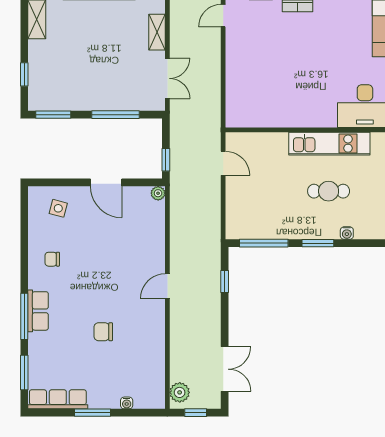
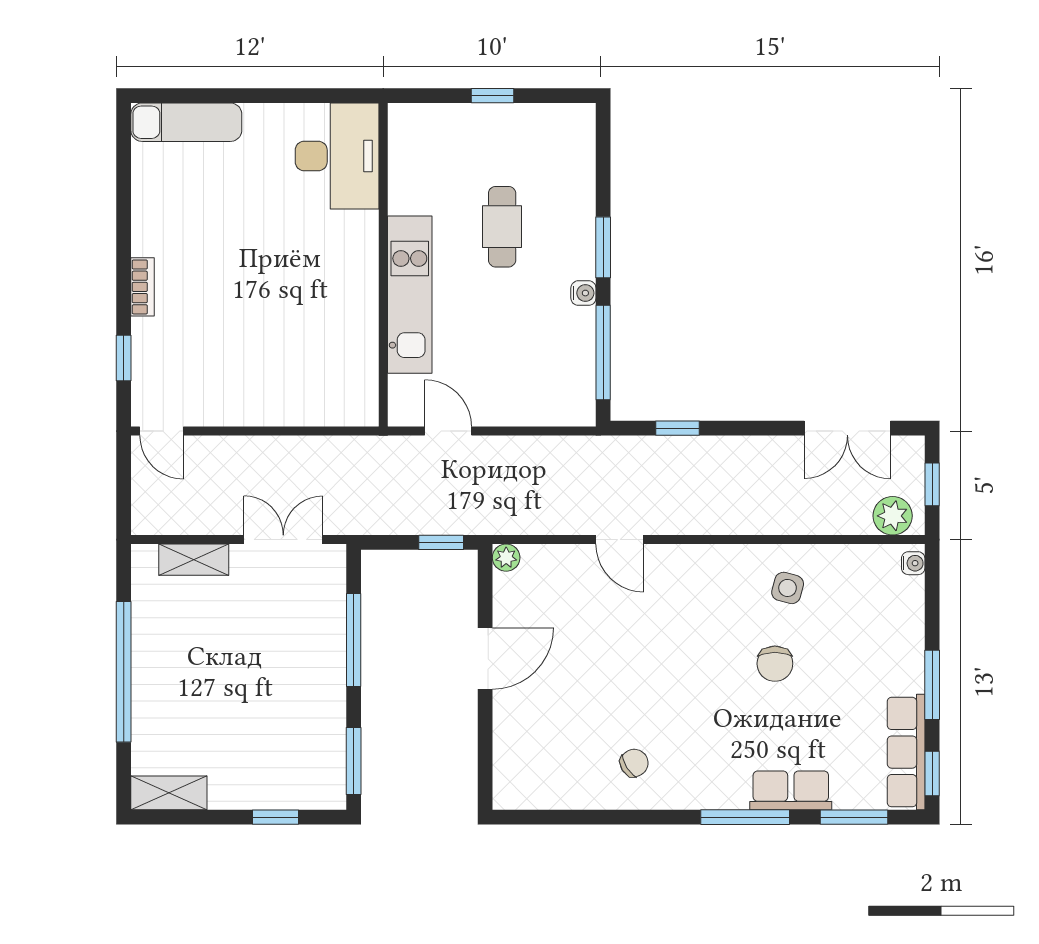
kitchen unit: (329, 144) -> (410, 295), moved
door: (223, 163) -> (448, 431), hinge flipped
side table: (58, 208) -> (788, 588), moved
water cooler: (347, 233) -> (583, 293), moved
chair: (52, 259) -> (634, 763), turned -122
door: (167, 286) -> (620, 540), moved
row of seats: (38, 311) -> (791, 790), moved
double door: (225, 369) -> (847, 428), swing flipped
water cooler: (127, 403) -> (913, 563), moved
window: (47, 413) -> (932, 774), added

